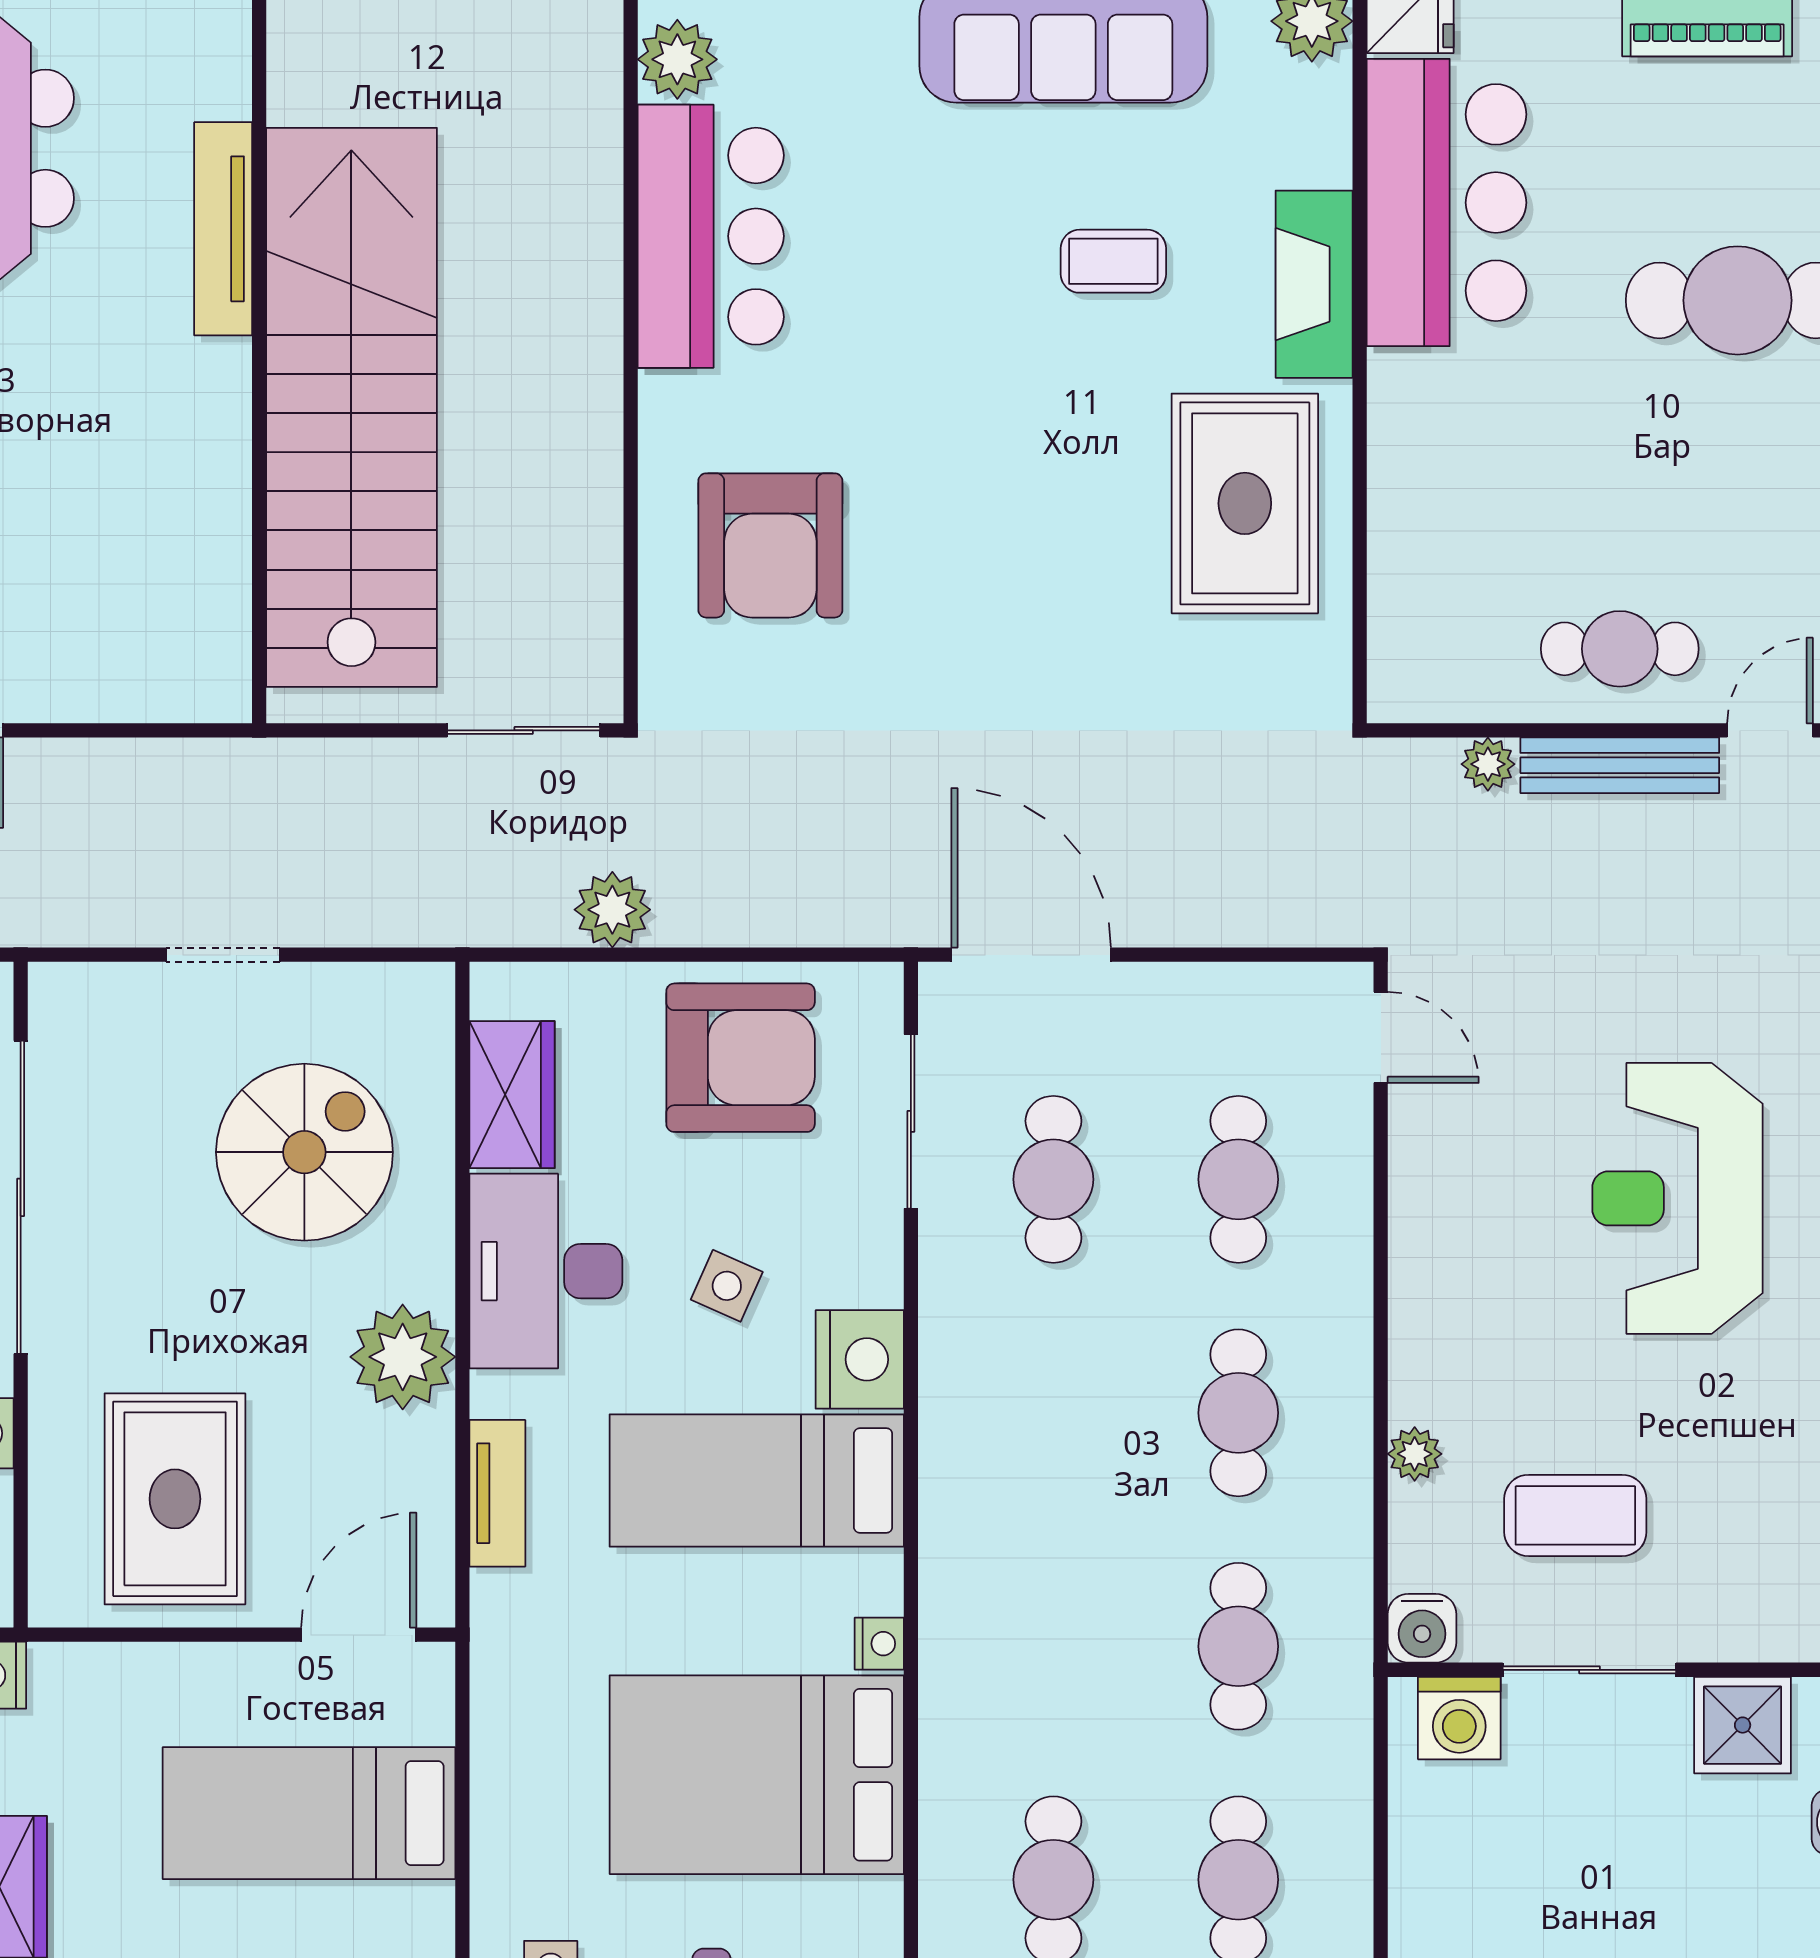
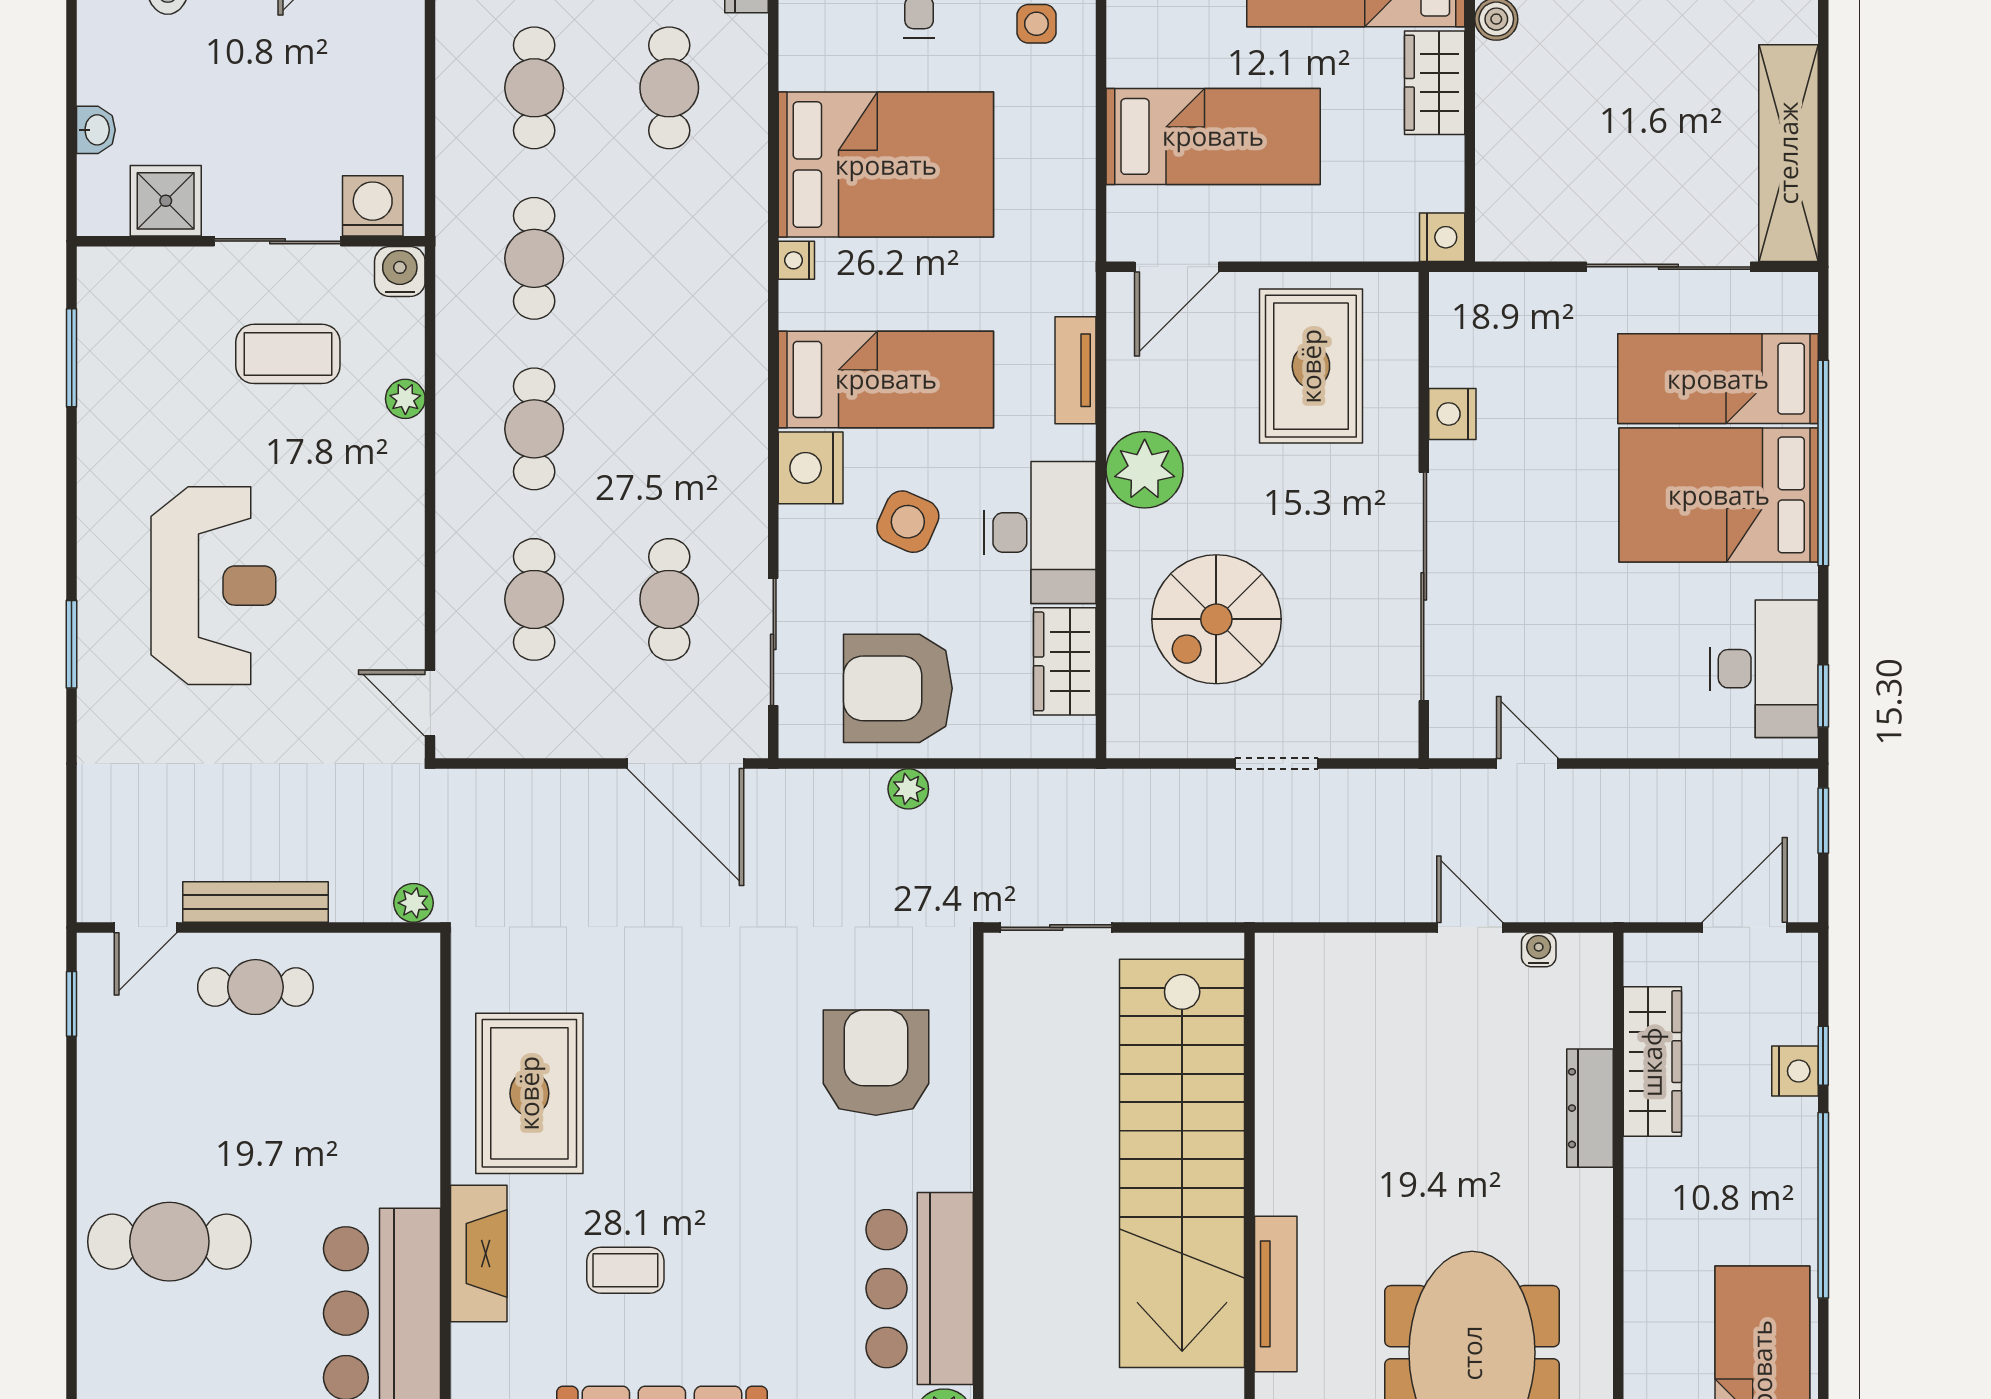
plant: (1488, 764) -> (414, 903), moved
plant: (612, 910) -> (908, 789), moved, width x0.73, depth x0.73
side table: (727, 1286) -> (908, 522), width x1.37, depth x1.37

